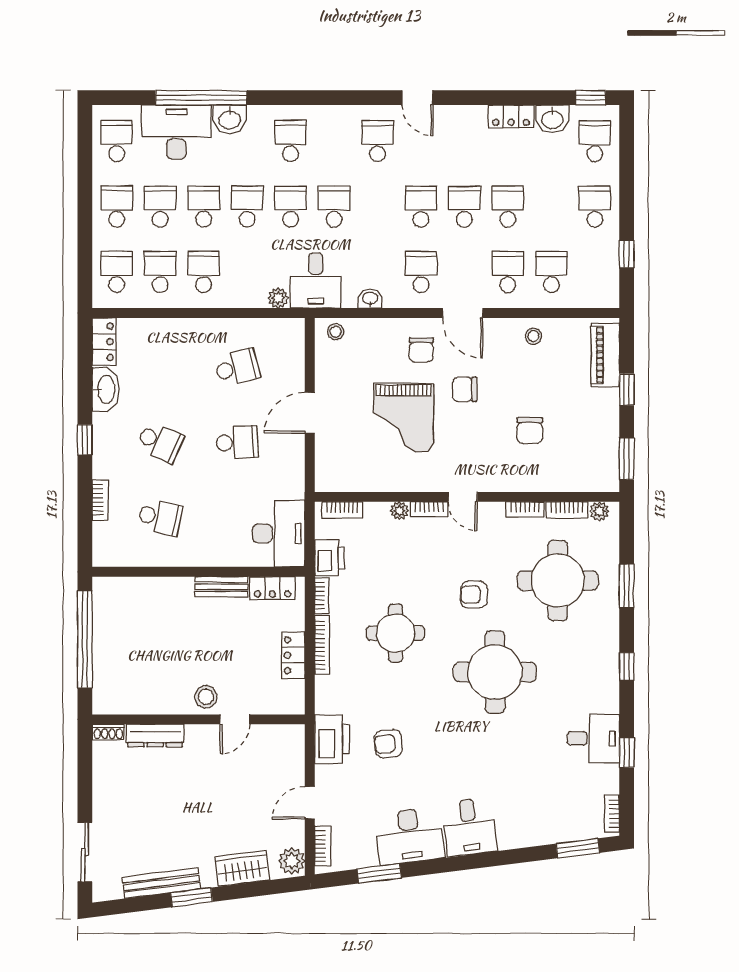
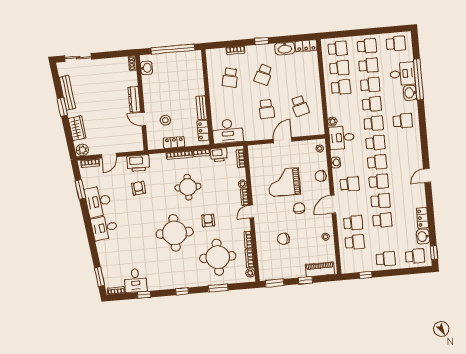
desk: (176, 132) -> (402, 74), width x0.73
school desk: (377, 141) -> (377, 162), moved
chair: (421, 350) -> (321, 176), moved
door: (310, 413) -> (283, 140), hinge flipped
stool: (206, 697) -> (165, 120), moved
washbasin: (122, 702) -> (146, 68), added
dresser: (155, 736) -> (134, 99), moved
desk: (593, 738) -> (135, 280), moved
door: (310, 803) -> (109, 156), swing flipped

